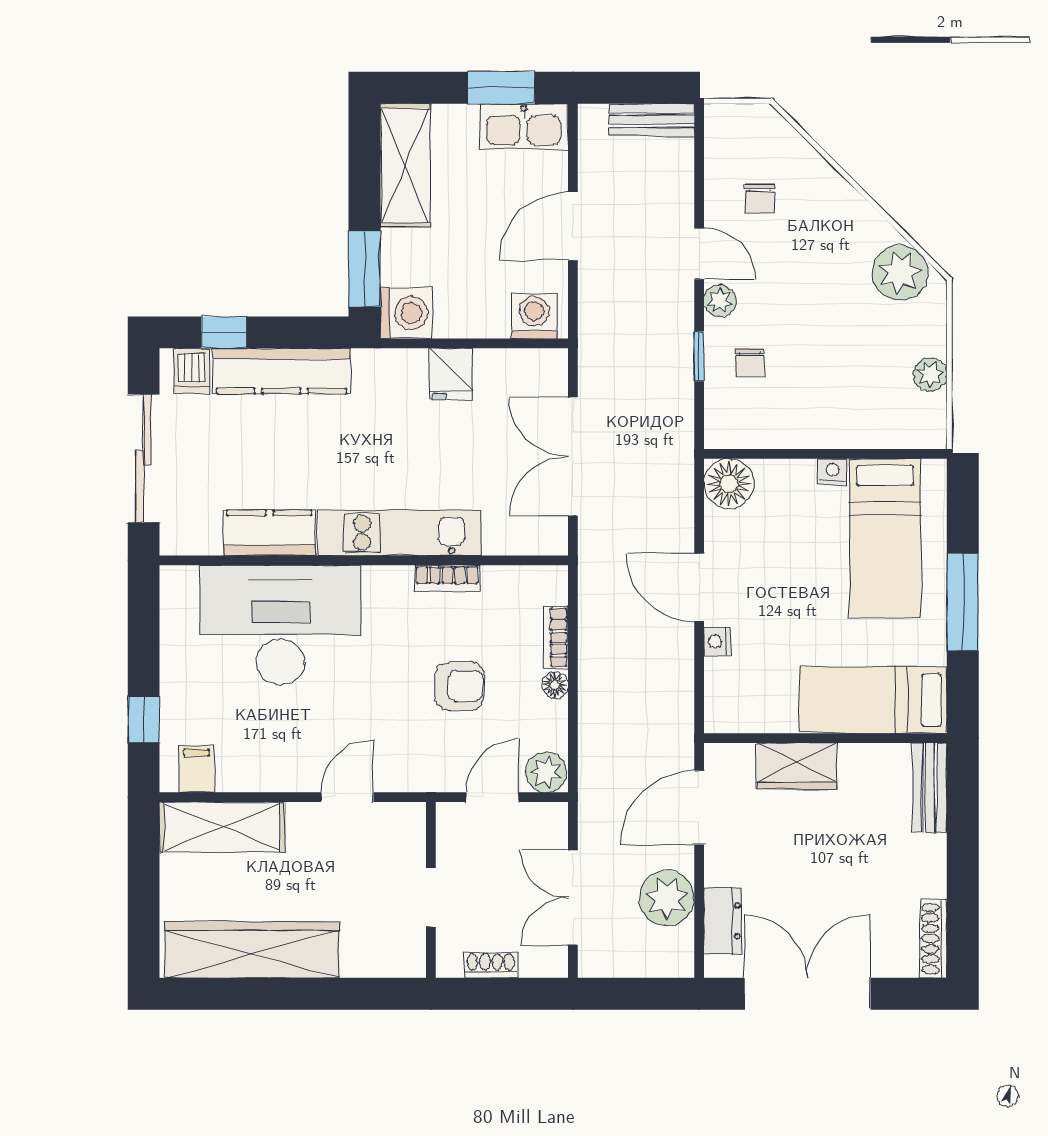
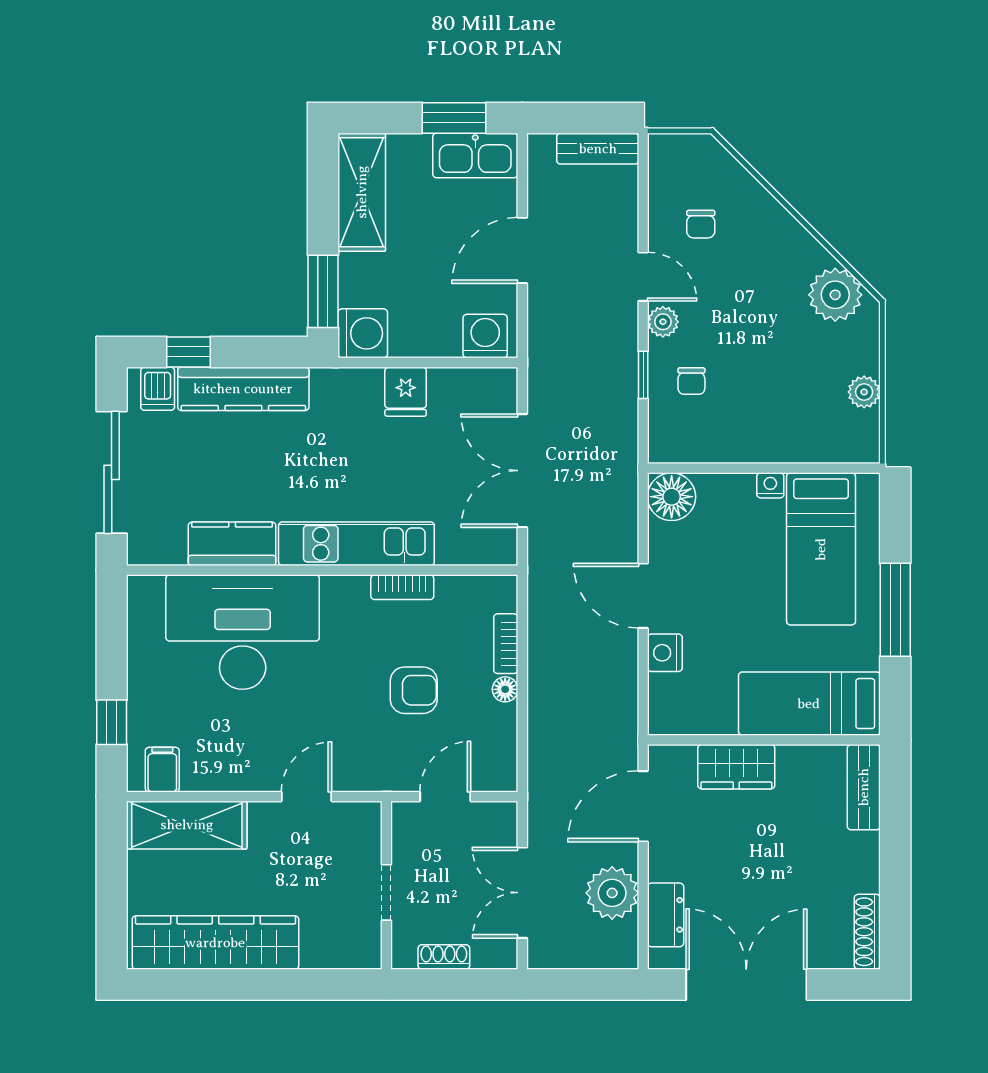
nightstand: (717, 641) -> (665, 653), width x1.39, depth x1.35
plant: (546, 772) -> (497, 773), removed

